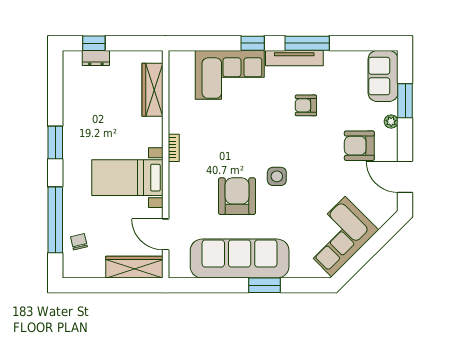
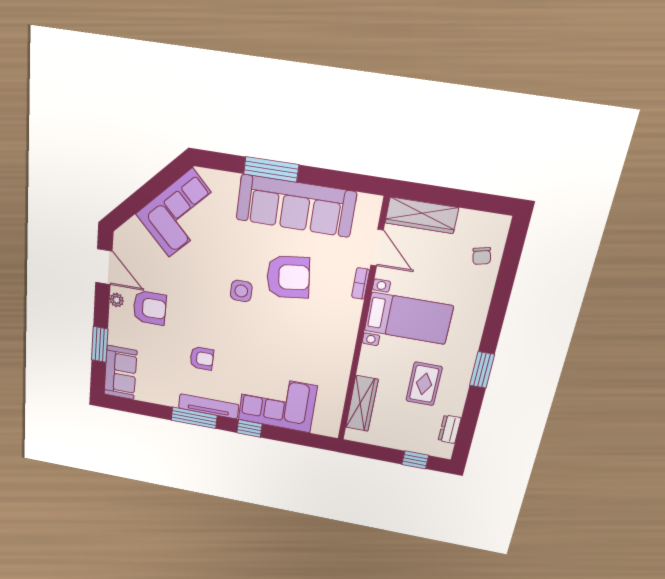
dresser: (96, 58) -> (450, 429), moved, turned -90
rug: (102, 120) -> (424, 384), added
plant: (391, 122) -> (117, 300), moved
bookcase: (174, 148) -> (361, 283), moved
armchair: (237, 196) -> (288, 277), turned -97
window: (55, 220) -> (504, 286), removed
window: (264, 285) -> (271, 169), width x1.44

